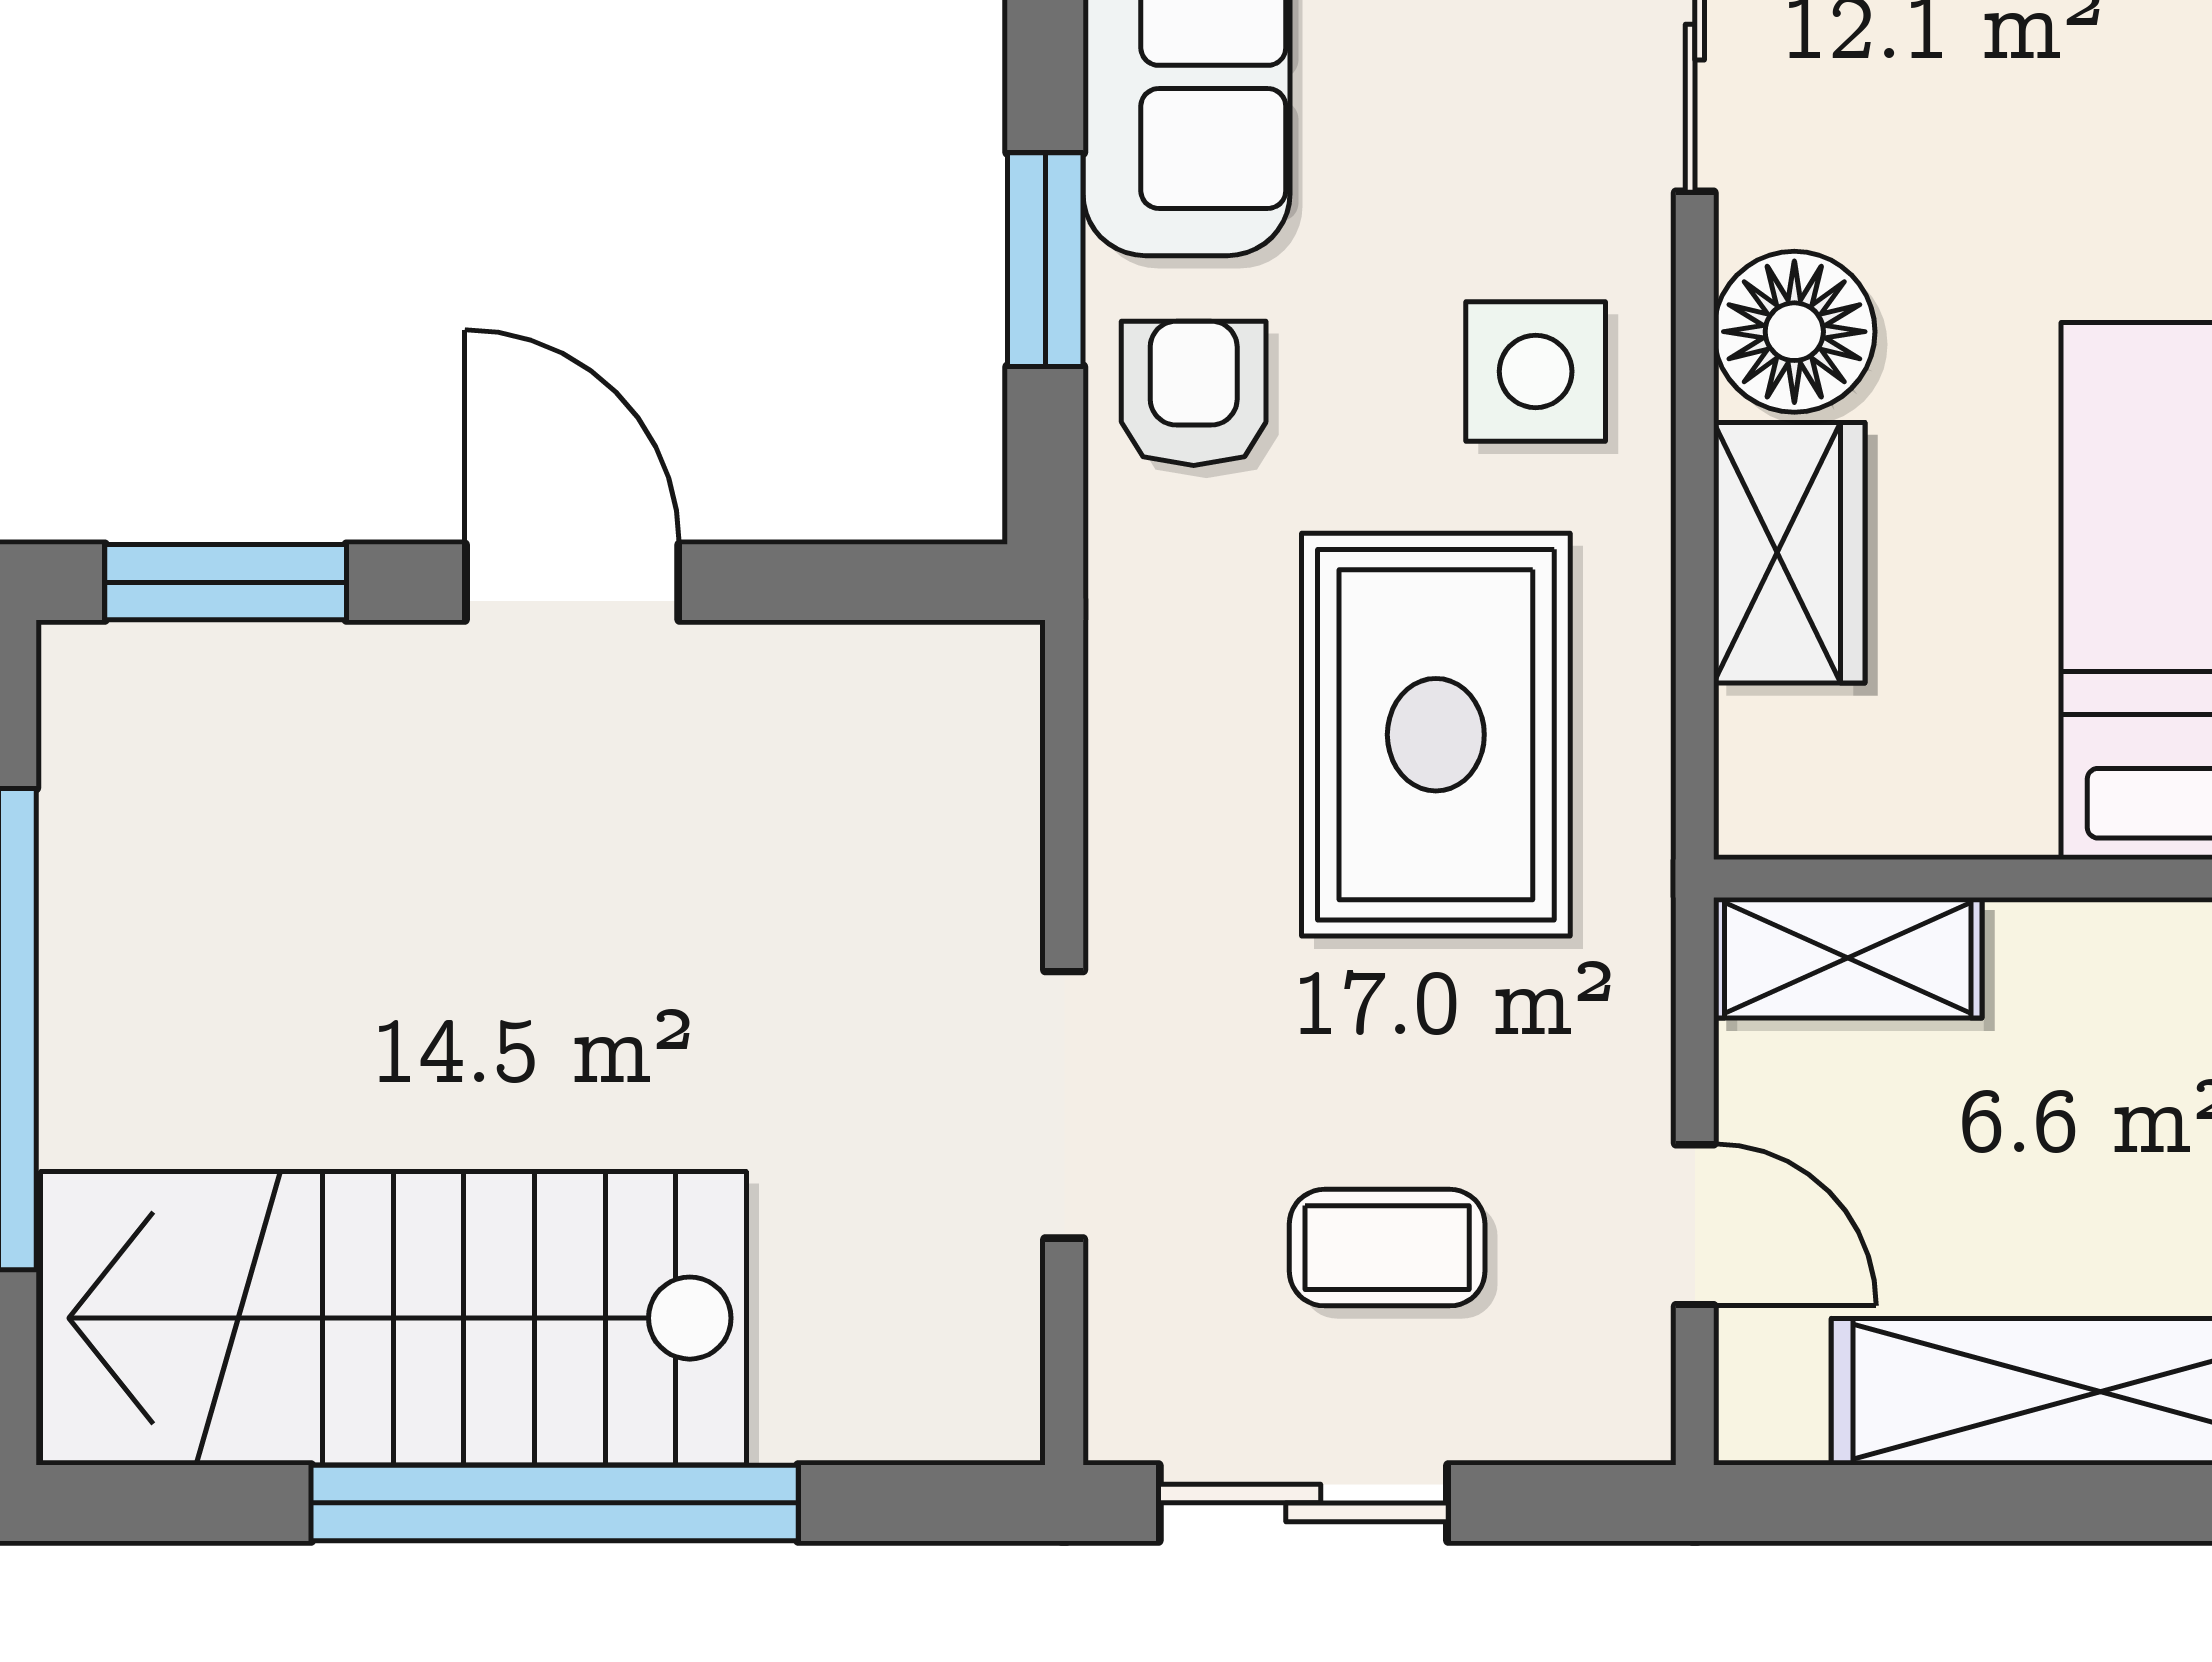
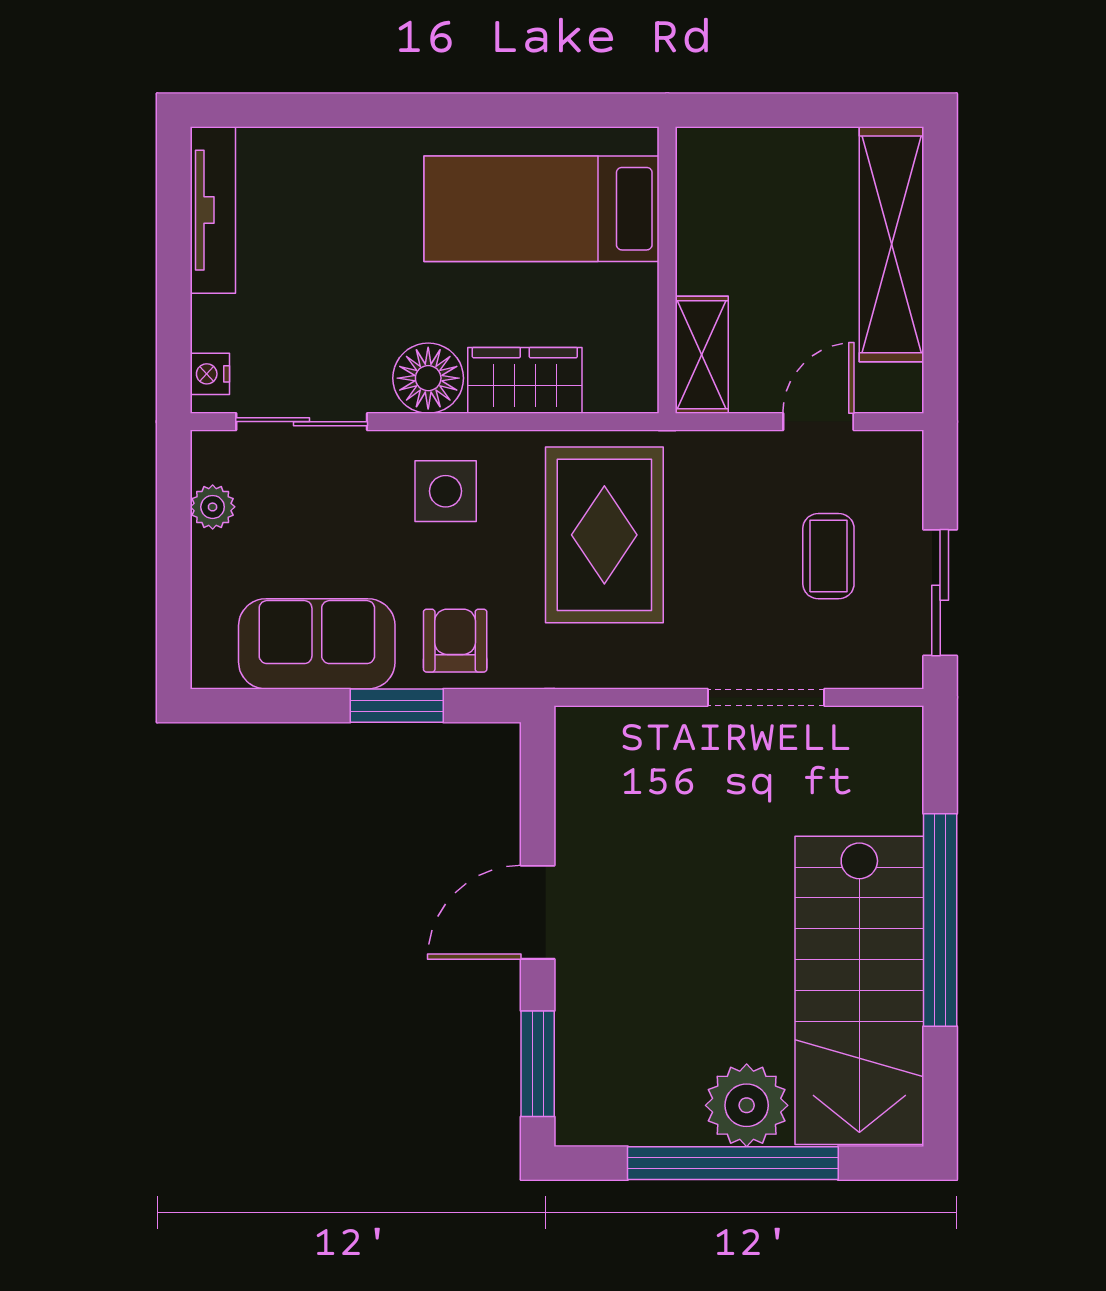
armchair: (1194, 393) -> (455, 641), turned 90
rug: (1436, 735) -> (604, 535), turned 90
plant: (131, 1060) -> (747, 1105), added

